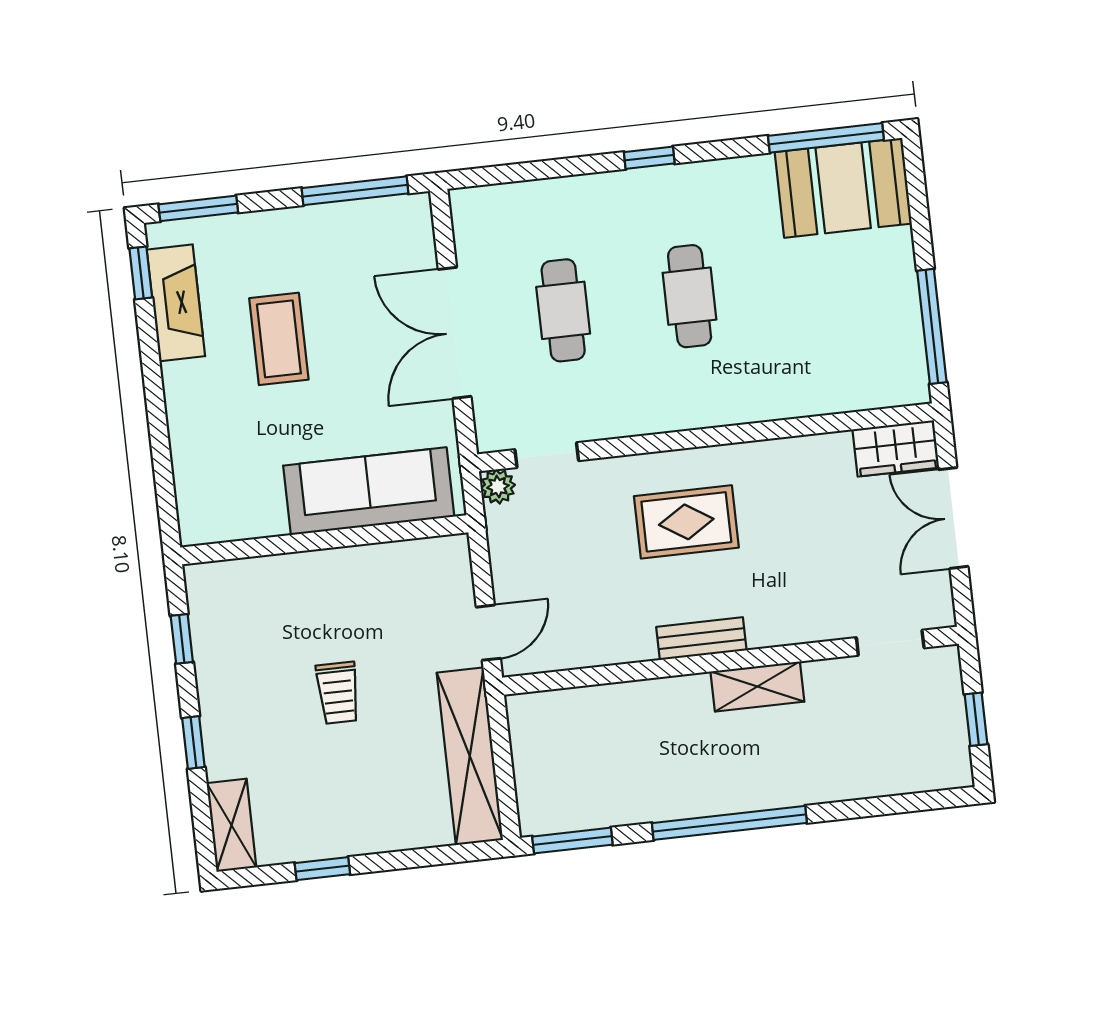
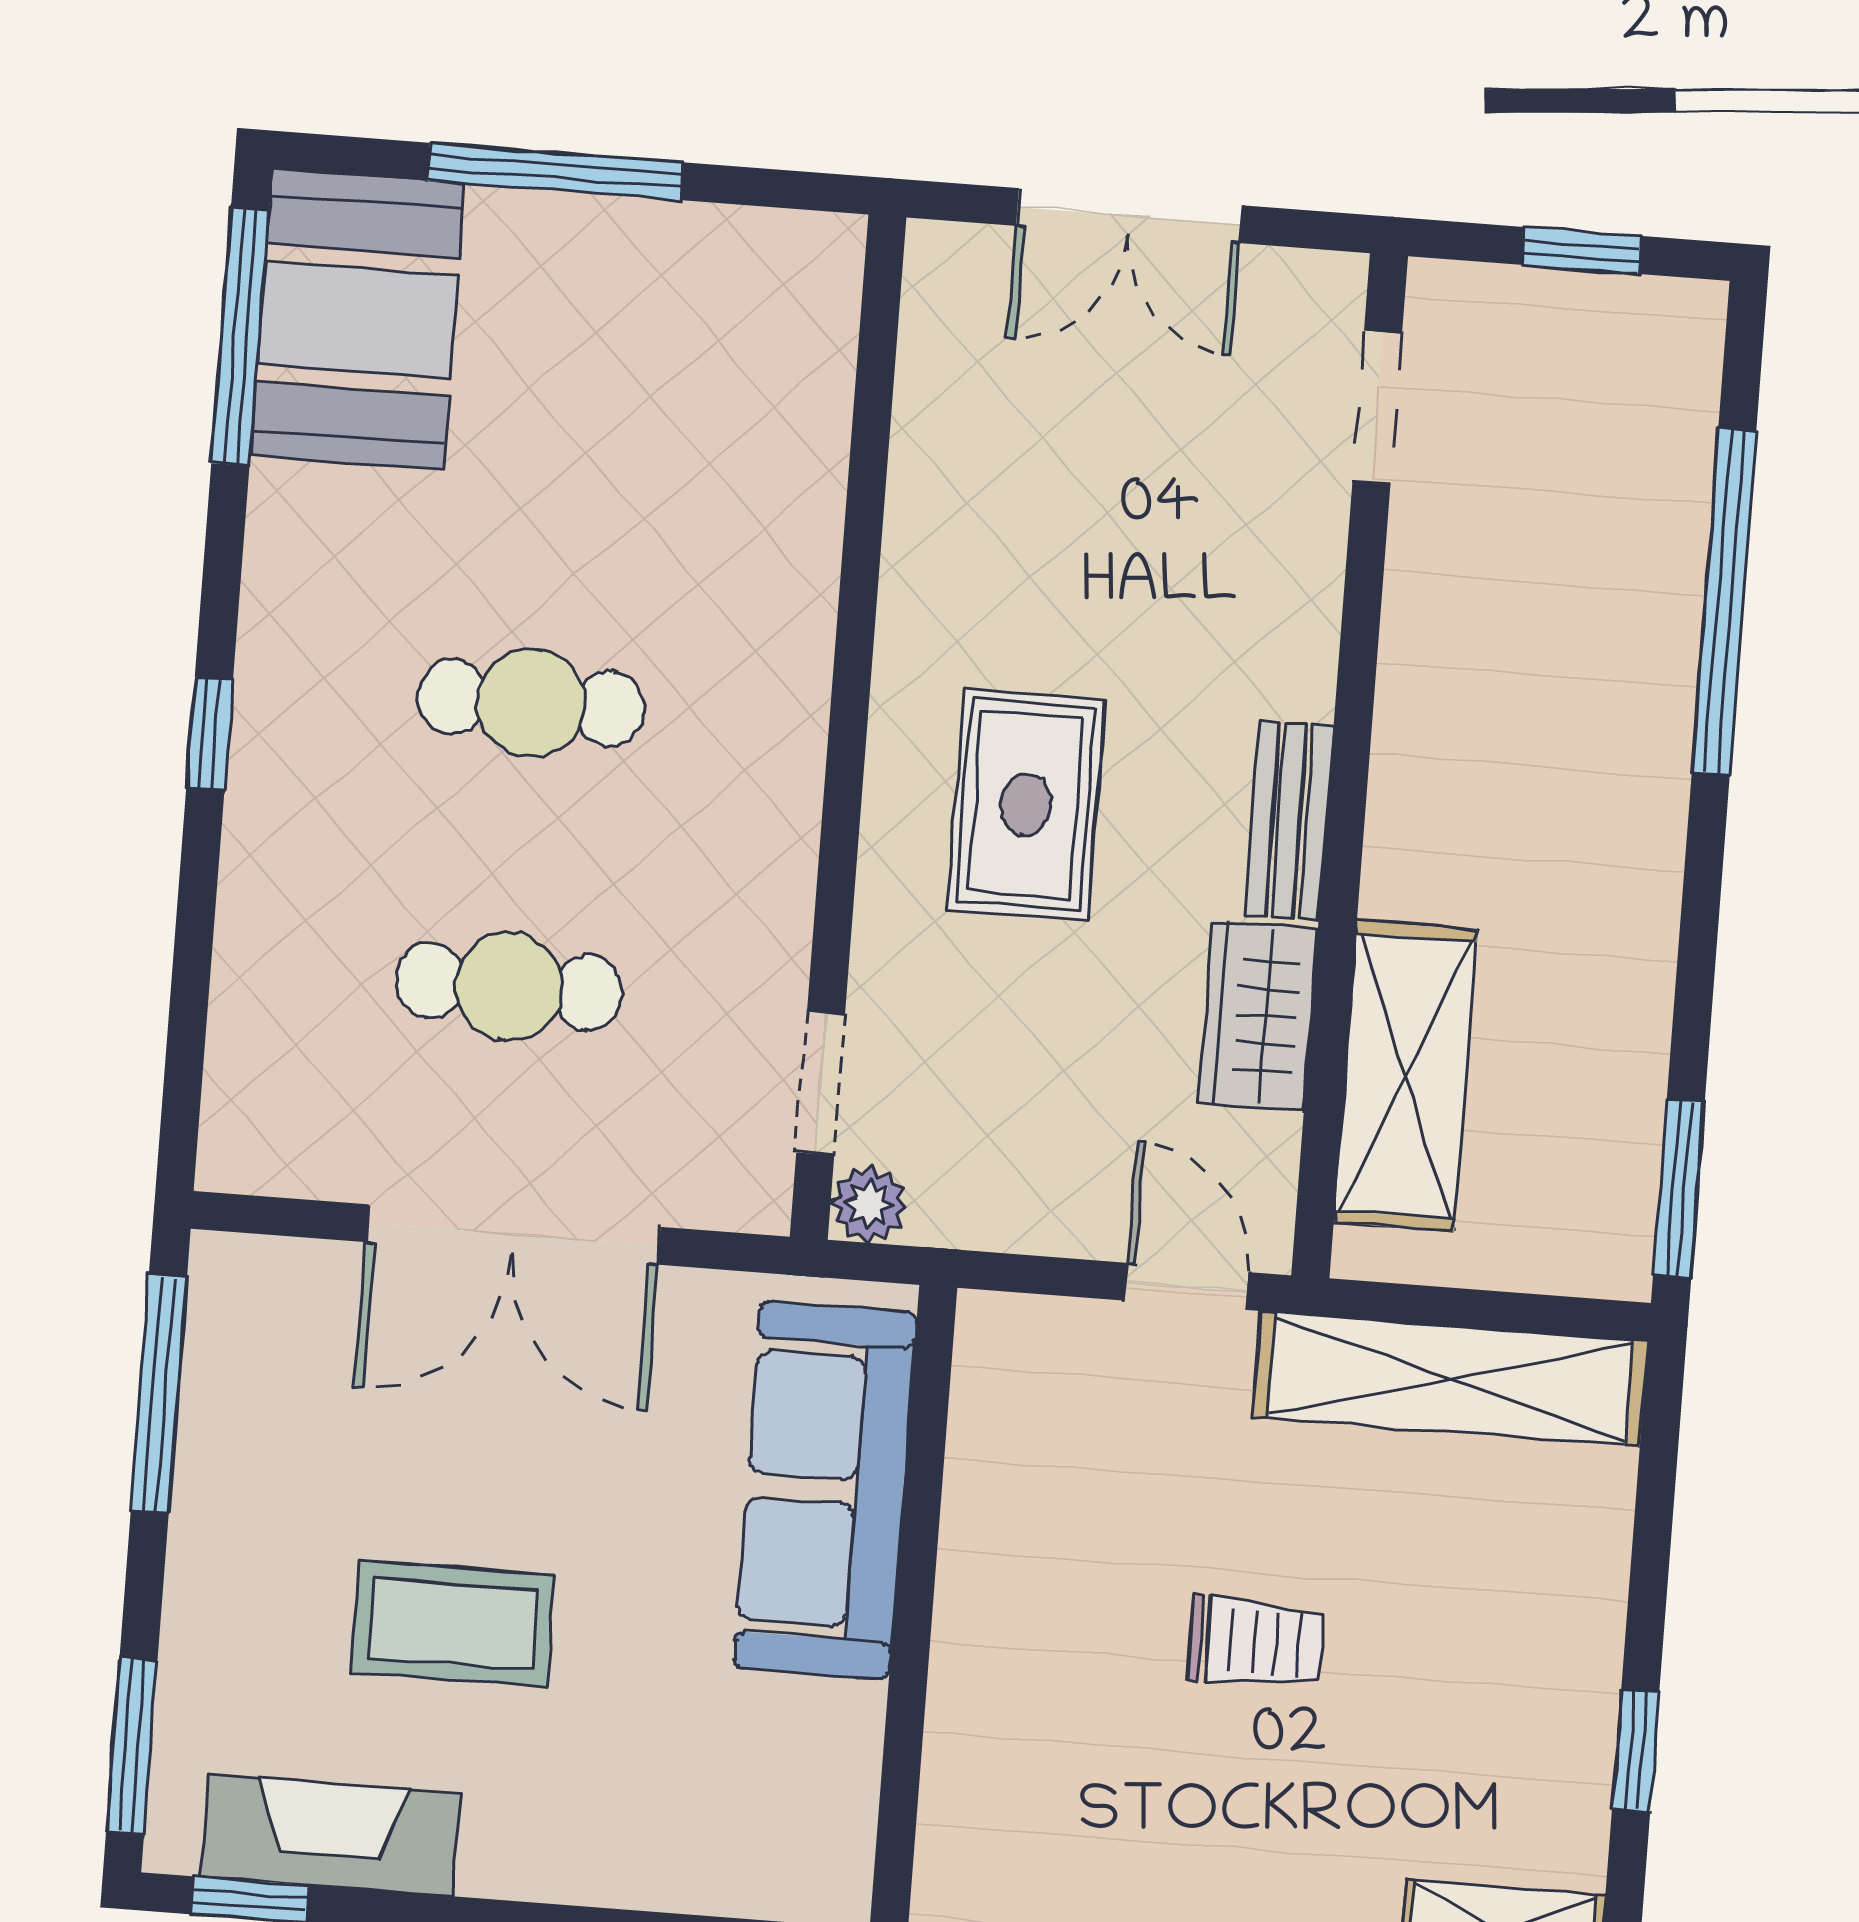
window: (932, 326) -> (555, 171), moved
wardrobe: (896, 448) -> (1258, 1016), moved, turned 180
shelving: (757, 687) -> (1405, 1076), moved, width x1.50, depth x1.33
window: (729, 823) -> (1724, 602), moved

